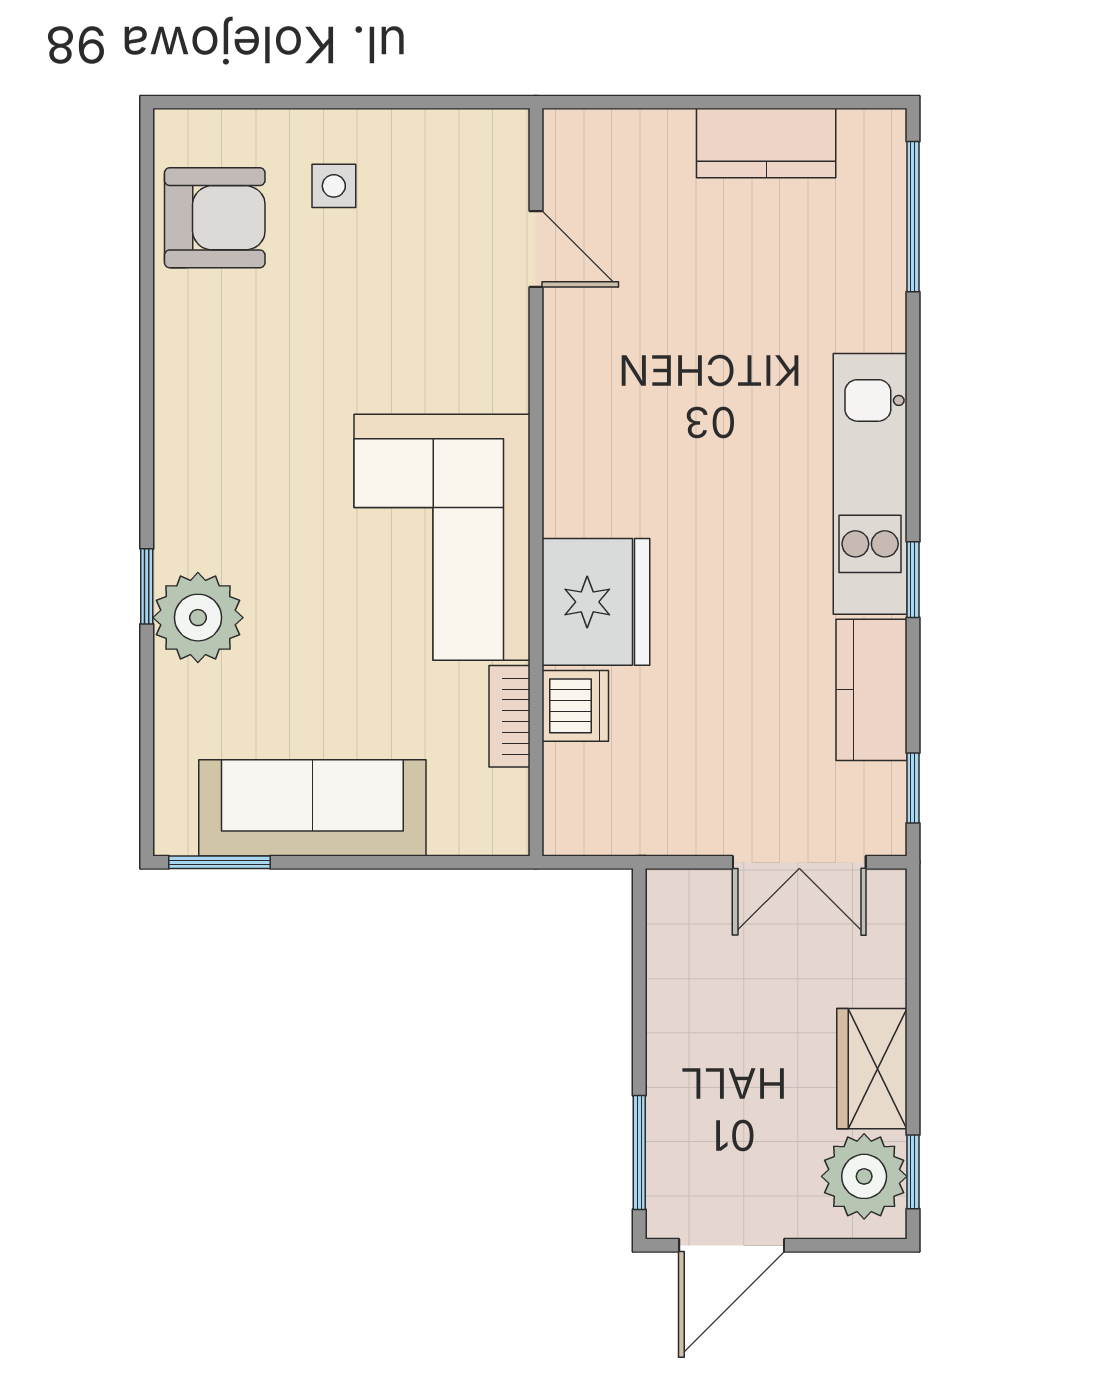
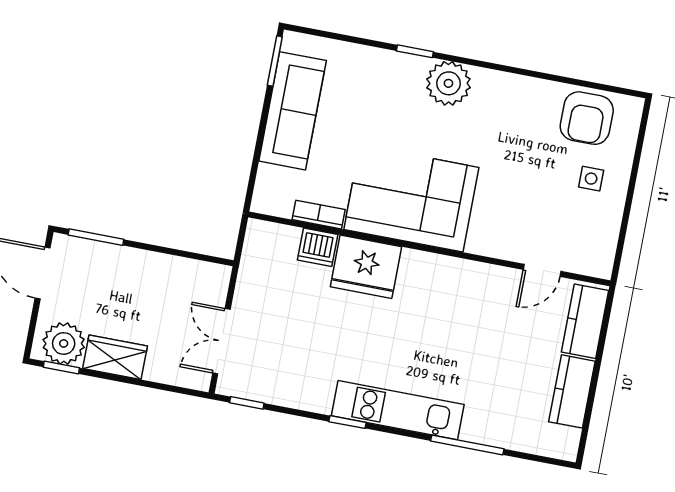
window: (913, 217) -> (467, 445), moved
plant: (198, 618) -> (448, 83), moved
kitchen counter: (871, 690) -> (585, 321), moved, turned -90

